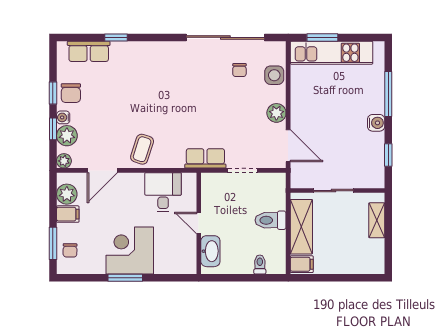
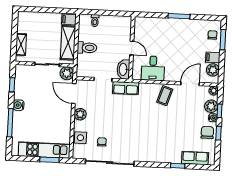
plant: (301, 178) -> (67, 73), added
corner desk: (130, 250) -> (175, 33), removed
washbasin: (210, 251) -> (123, 69), moved

